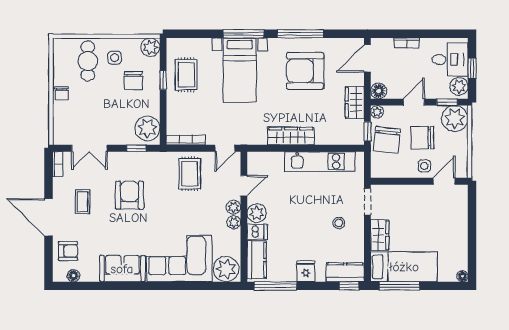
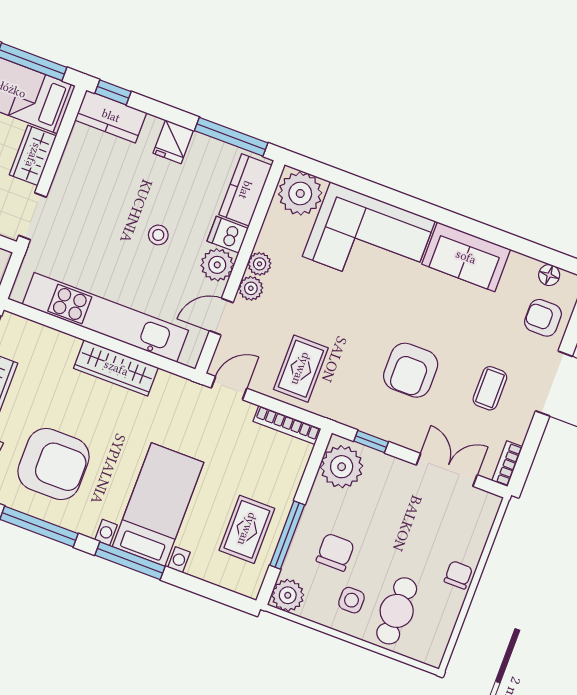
window: (163, 80) -> (287, 535), width x2.17
kitchen unit: (320, 162) -> (105, 317), width x1.36
stool: (339, 223) -> (158, 235), moved

